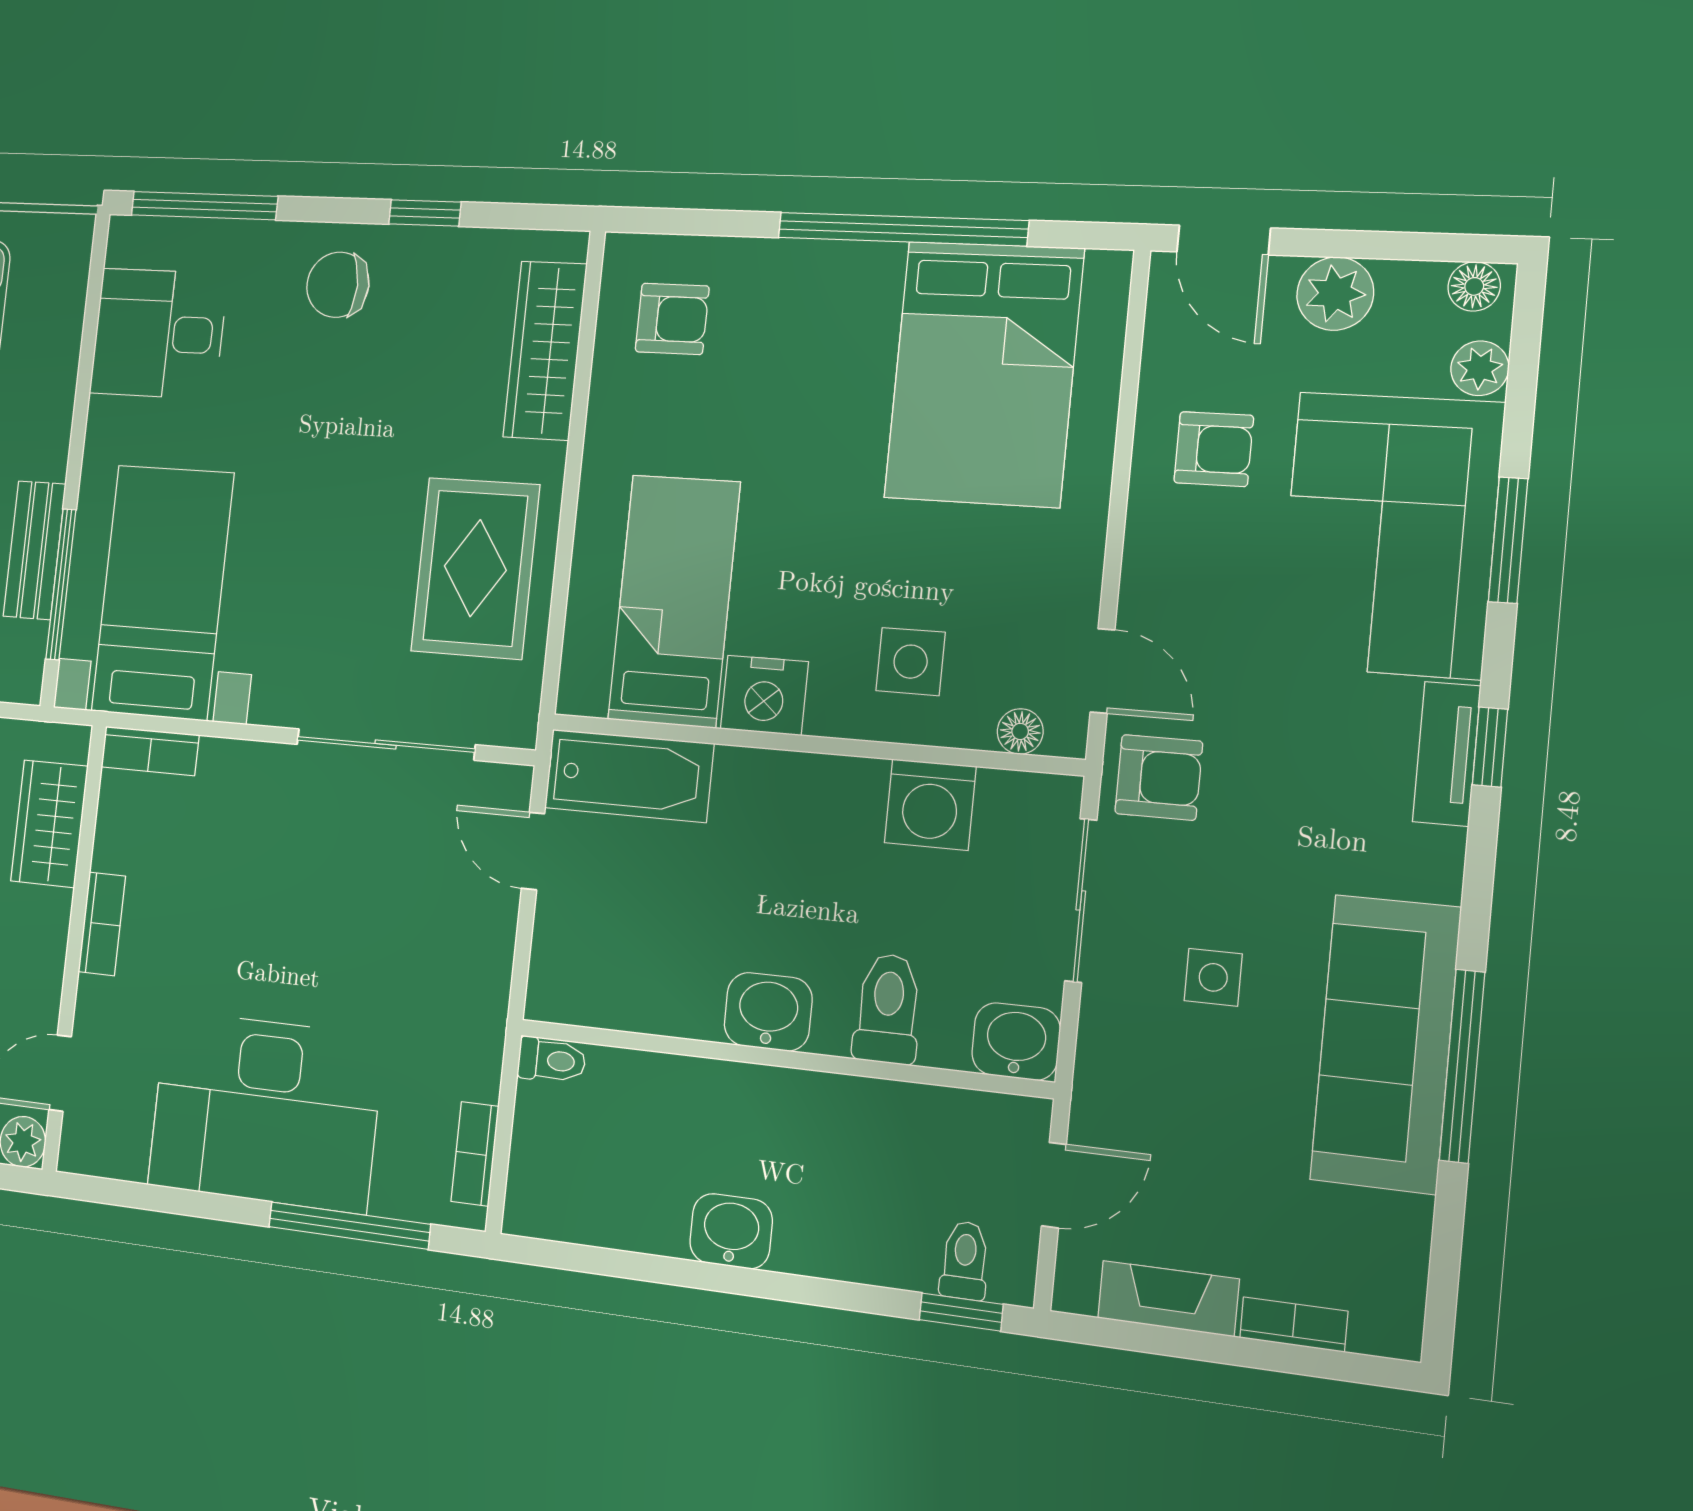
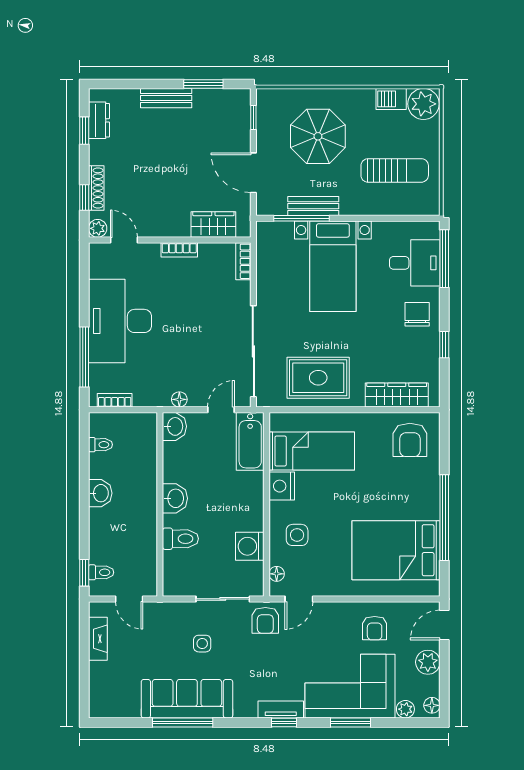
armchair: (672, 319) -> (410, 440), width x1.38, depth x1.38
desk: (158, 333) -> (415, 263), moved, turned 90
bed with nightstands: (163, 592) -> (333, 266), moved, turned 90
sliding door: (386, 744) -> (253, 351), width x1.36
floor lamp: (492, 968) -> (179, 399), added
washbasin: (1016, 1041) -> (174, 426), moved
toilet: (552, 1060) -> (100, 445), moved, turned -90
bookcase: (1294, 1324) -> (95, 678), removed

